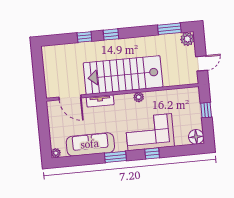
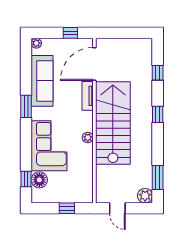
window: (84, 37) -> (158, 73), moved
door: (70, 97) -> (94, 64), width x1.36
window: (43, 123) -> (70, 33), added
floor lamp: (196, 137) -> (39, 180), moved
window: (152, 153) -> (26, 179), moved

